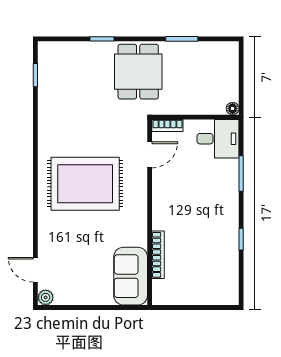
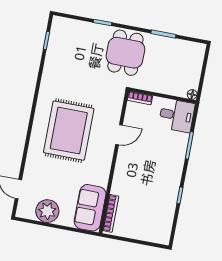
door: (150, 155) -> (119, 135), moved
rug: (85, 184) -> (69, 131), turned 90
bookcase: (158, 255) -> (111, 213), moved
plant: (46, 297) -> (47, 211), moved, width x1.87, depth x1.87

